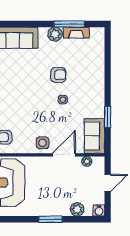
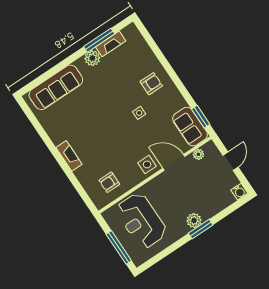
armchair: (58, 75) -> (151, 84), moved
window: (108, 117) -> (201, 117), moved
door: (64, 155) -> (174, 162), hinge flipped
plant: (77, 209) -> (194, 220), moved

